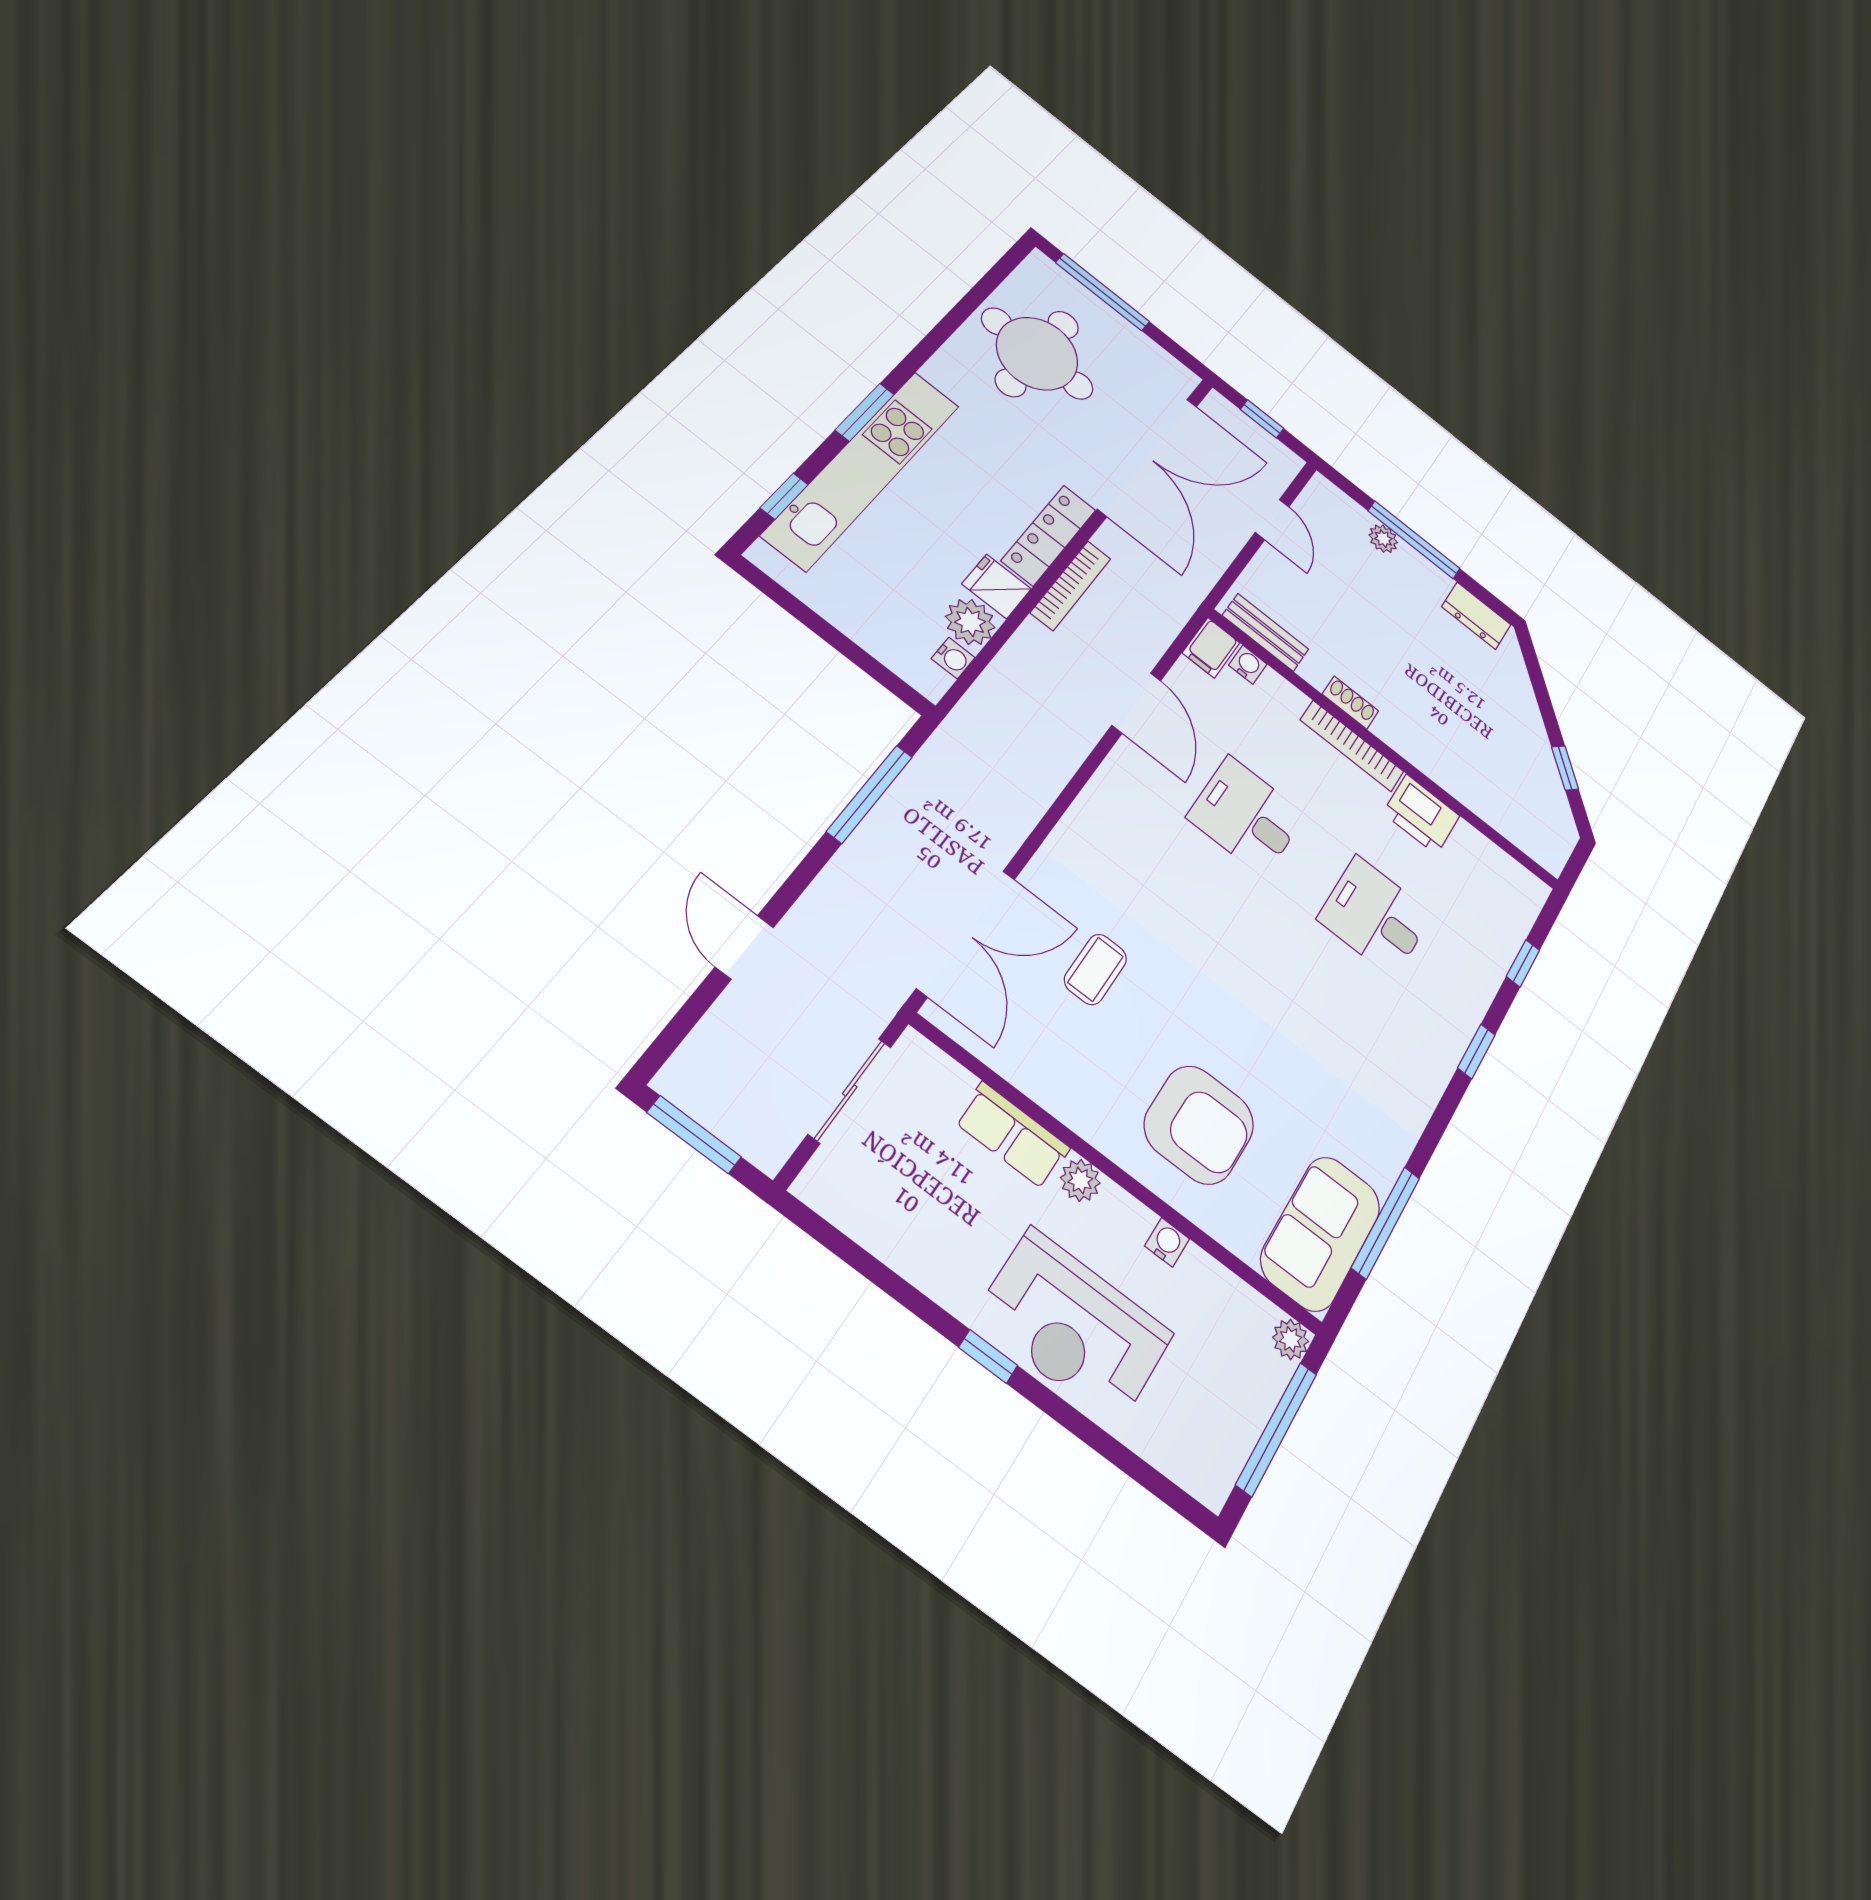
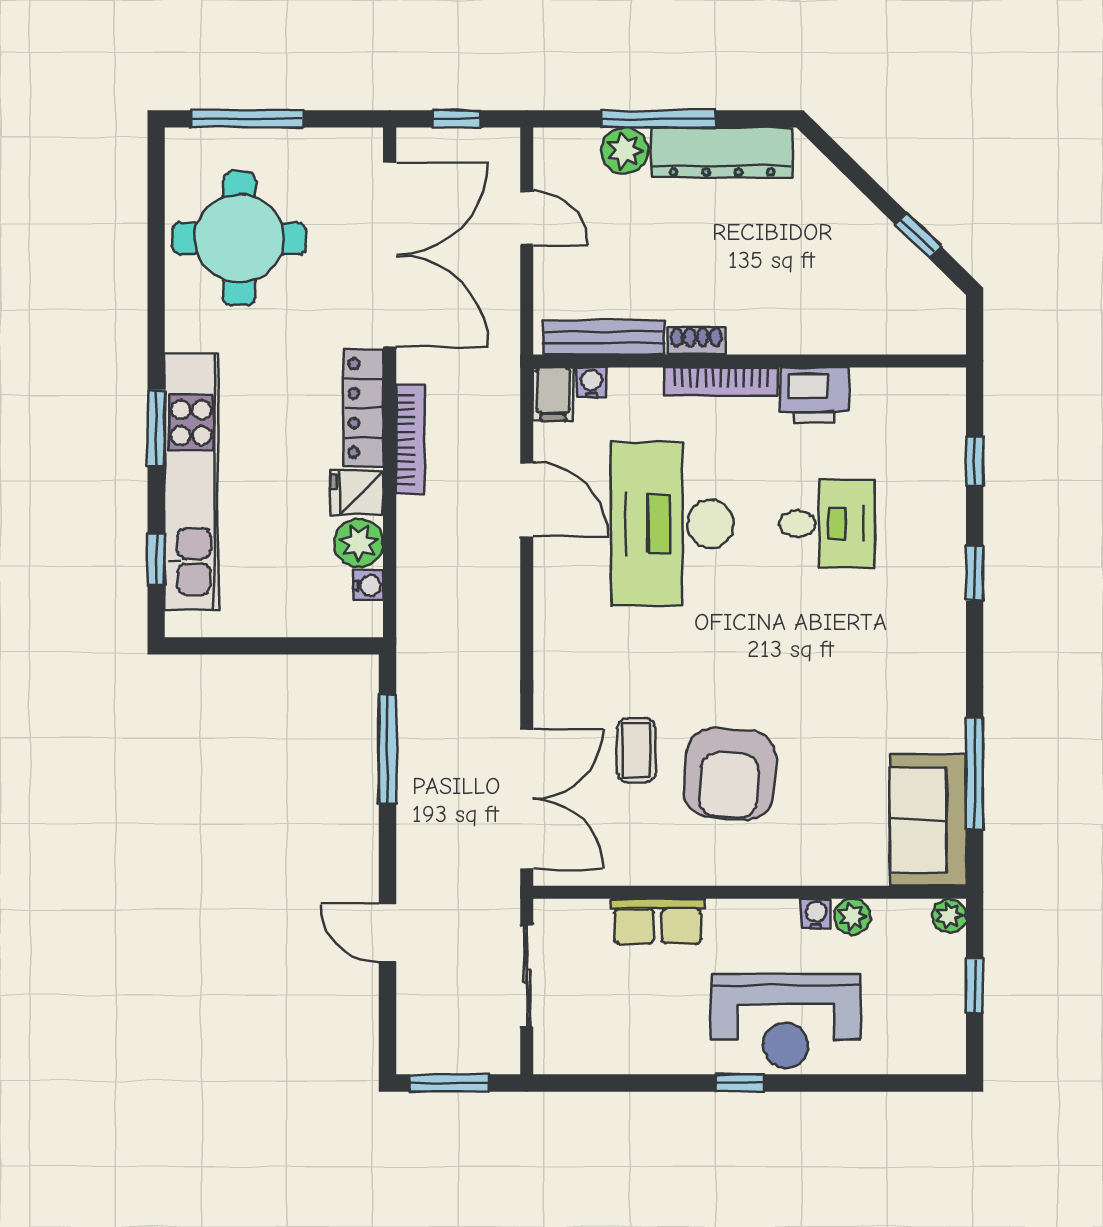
plant: (1383, 539) -> (625, 151), width x1.38, depth x1.38
dresser: (1476, 616) -> (722, 153), width x1.96, depth x1.24
bench: (1266, 632) -> (604, 338), width x1.36
desk: (1246, 816) -> (672, 524), width x1.87, depth x1.30
desk: (1375, 916) -> (827, 524), turned 180
armchair: (1199, 1125) -> (730, 774), moved, turned 94
plant: (1080, 1180) -> (852, 917), moved
window: (1277, 1429) -> (975, 986), width x0.46

